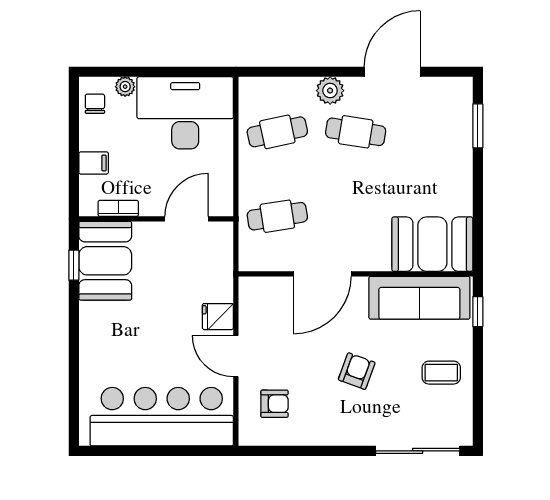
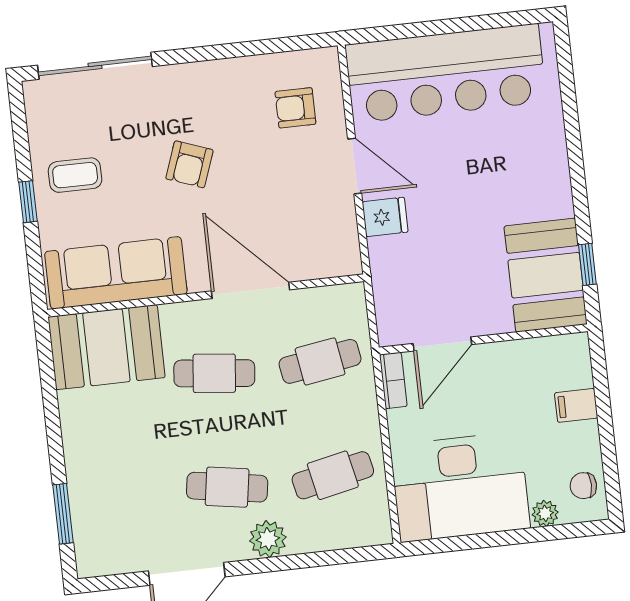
chair: (95, 104) -> (583, 486), turned 90
bookcase: (118, 208) -> (393, 380), moved, turned -90
cafe table: (356, 216) -> (214, 373), added
door: (322, 274) -> (251, 290), hinge flipped
window: (478, 312) -> (28, 202), moved

